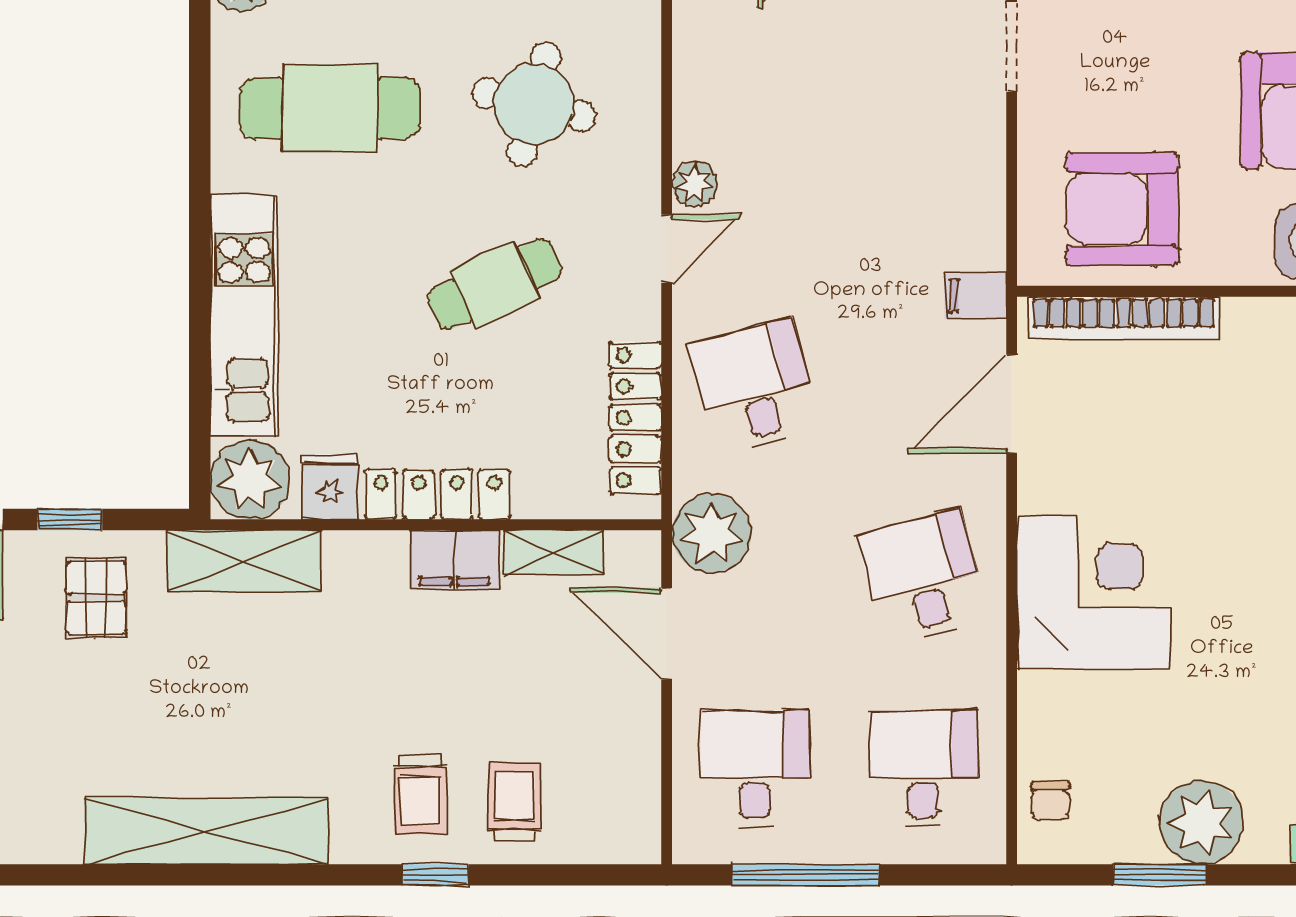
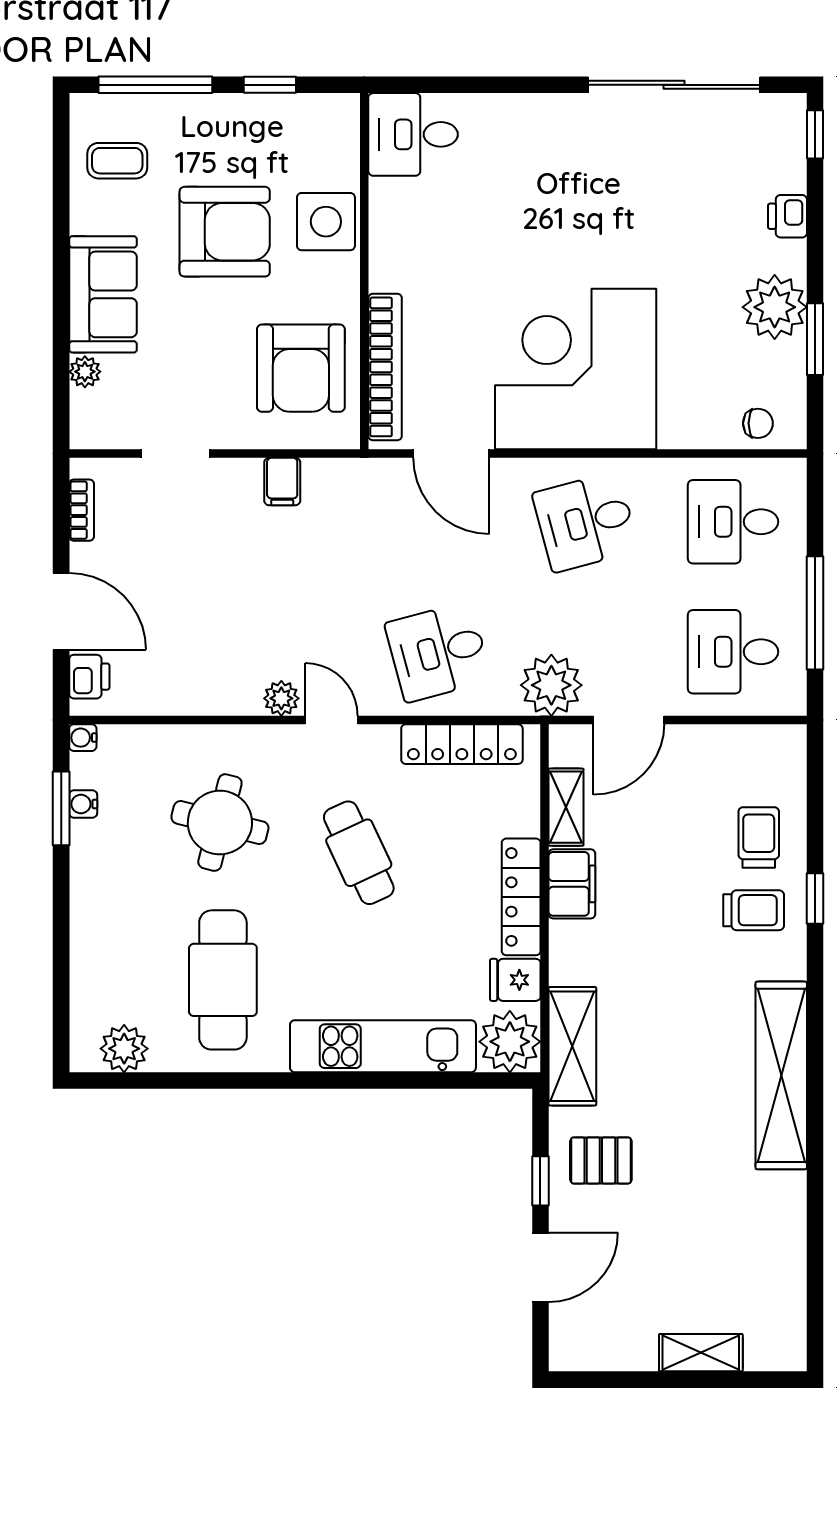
filing cabinet: (975, 296) -> (282, 482), moved
corner desk: (1093, 592) -> (576, 369), width x1.36, depth x1.36
trolley: (514, 802) -> (759, 837), turned 90

